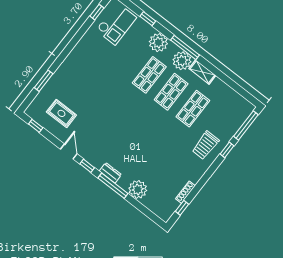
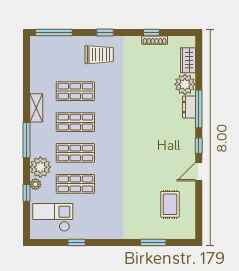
window: (97, 12) -> (77, 243), moved
shop shelf: (127, 58) -> (75, 184), added
plant: (182, 61) -> (35, 184), moved, width x0.53, depth x0.53
window: (36, 126) -> (199, 219), removed
window: (227, 150) -> (105, 32), moved
dresser: (110, 173) -> (189, 107), moved
wardrobe: (153, 205) -> (188, 60), added
window: (182, 208) -> (151, 32), moved

